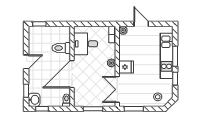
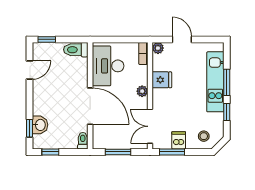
desk: (85, 44) -> (108, 66), width x1.37
toilet: (61, 48) -> (76, 50), moved
door: (26, 62) -> (29, 70), moved
fridge: (126, 67) -> (162, 80), moved
door: (72, 74) -> (90, 106), swing flipped
washbasin: (34, 100) -> (40, 125), moved
dishwasher: (139, 100) -> (179, 140), added

